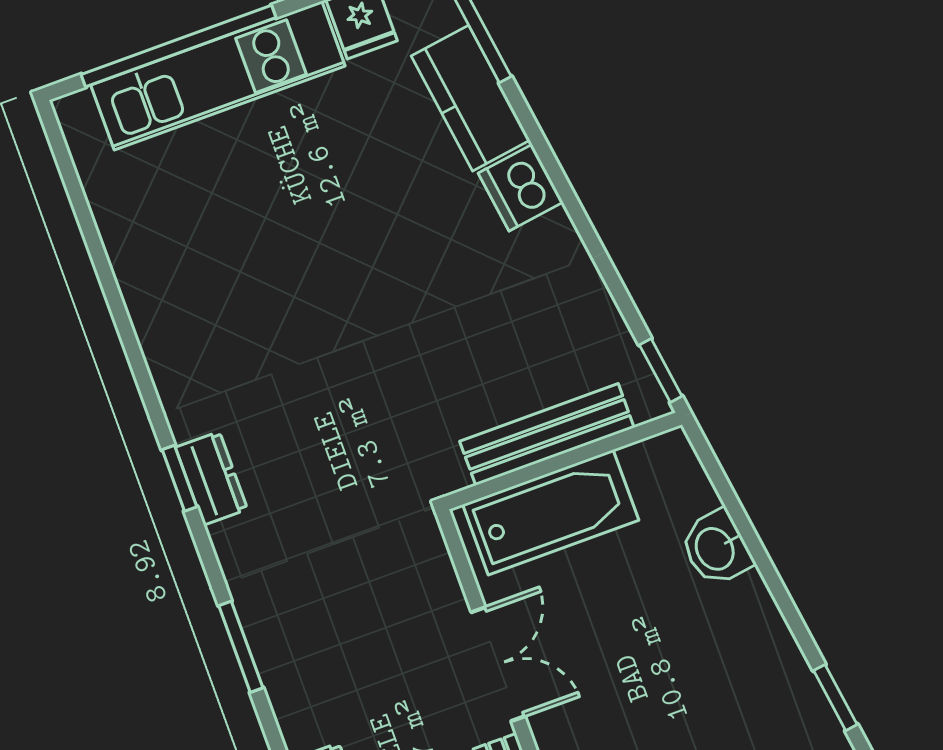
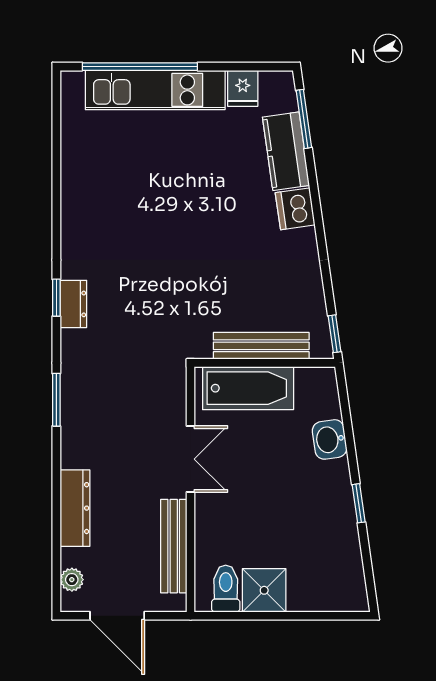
window: (835, 698) -> (359, 503), moved

